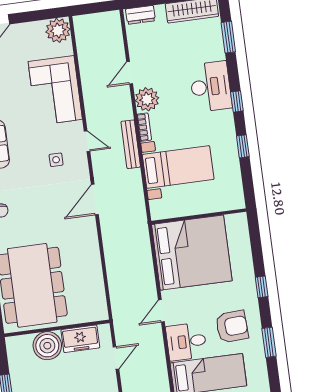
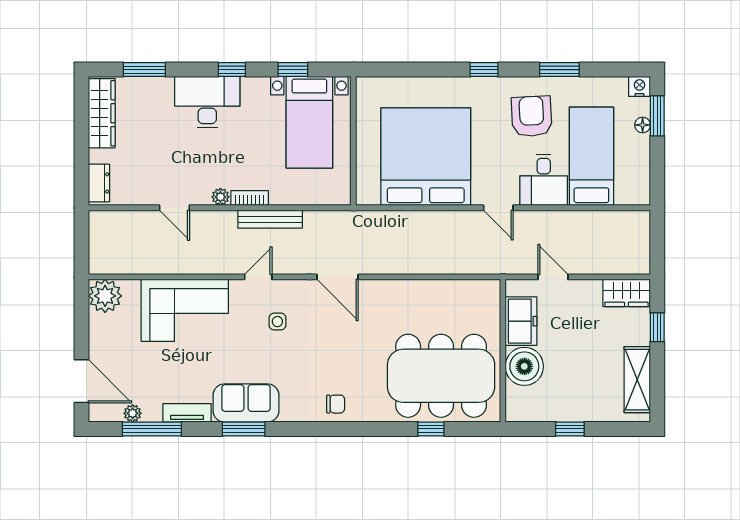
plant: (147, 99) -> (220, 197), width x0.53, depth x0.53
bed with nightstands: (178, 167) -> (309, 122), moved, turned 180
wall: (199, 216) -> (353, 141), moved

